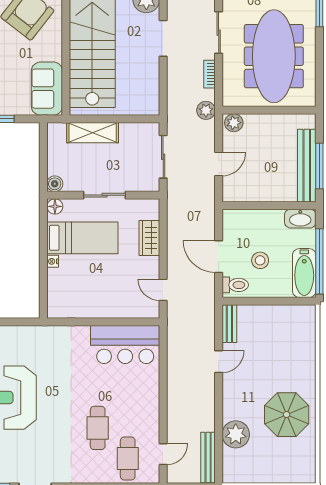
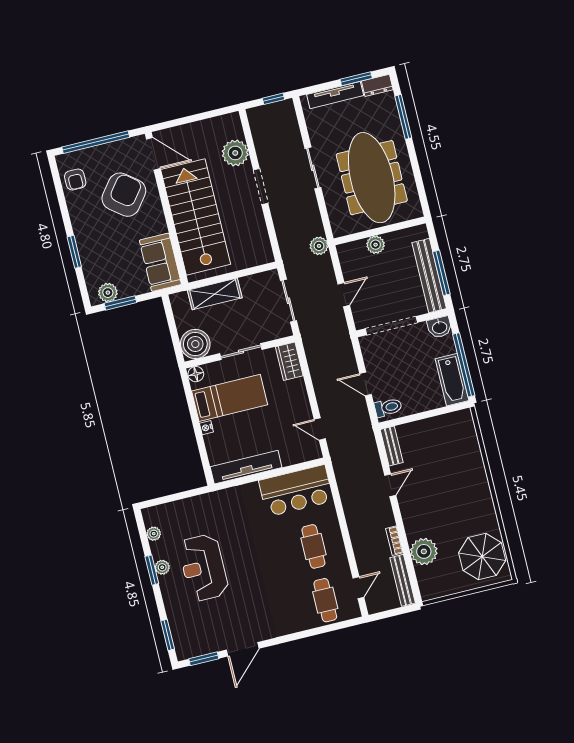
bookcase: (209, 74) -> (394, 541), moved
plant: (234, 123) -> (376, 245), moved
boiler: (55, 184) -> (195, 344), width x1.86, depth x1.86
doorway: (258, 206) -> (391, 326), added
washbasin: (300, 219) -> (440, 327), width x0.72
wardrobe: (149, 238) -> (289, 361), moved
door: (219, 257) -> (366, 384), width x0.73
stool: (260, 260) -> (406, 378), removed
tv unit: (82, 309) -> (246, 467), added
parasol: (287, 415) -> (482, 557), moved
cafe table: (98, 428) -> (313, 546), moved

